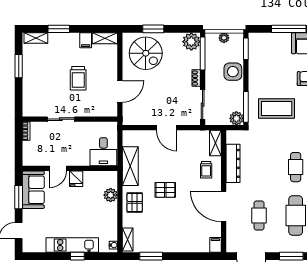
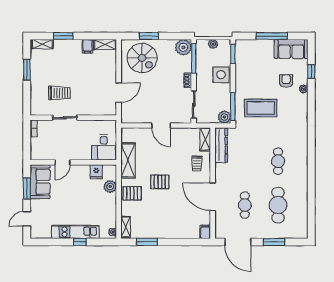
trolley: (78, 78) -> (60, 93), moved, turned -90
dresser: (233, 163) -> (221, 145), moved
fridge: (76, 179) -> (96, 172), moved
pallet: (135, 202) -> (132, 193), turned 90

